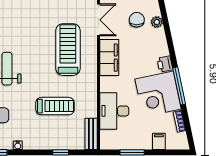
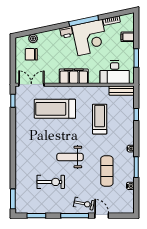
filing cabinet: (109, 58) -> (74, 76), moved
desk: (114, 111) -> (115, 72), moved

